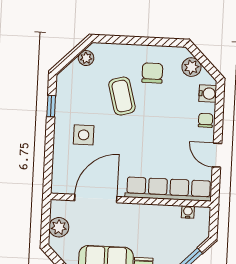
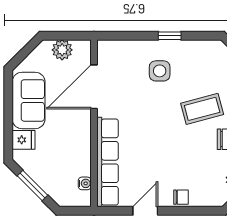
water cooler: (208, 94) -> (209, 198), removed
window: (51, 106) -> (170, 36), moved
door: (96, 199) -> (94, 87), swing flipped

